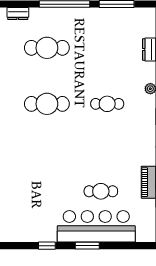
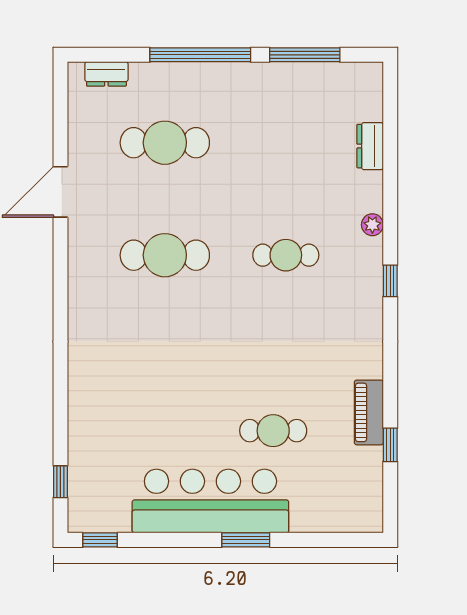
bar counter: (96, 226) -> (210, 501), moved
window: (47, 246) -> (100, 540), moved

